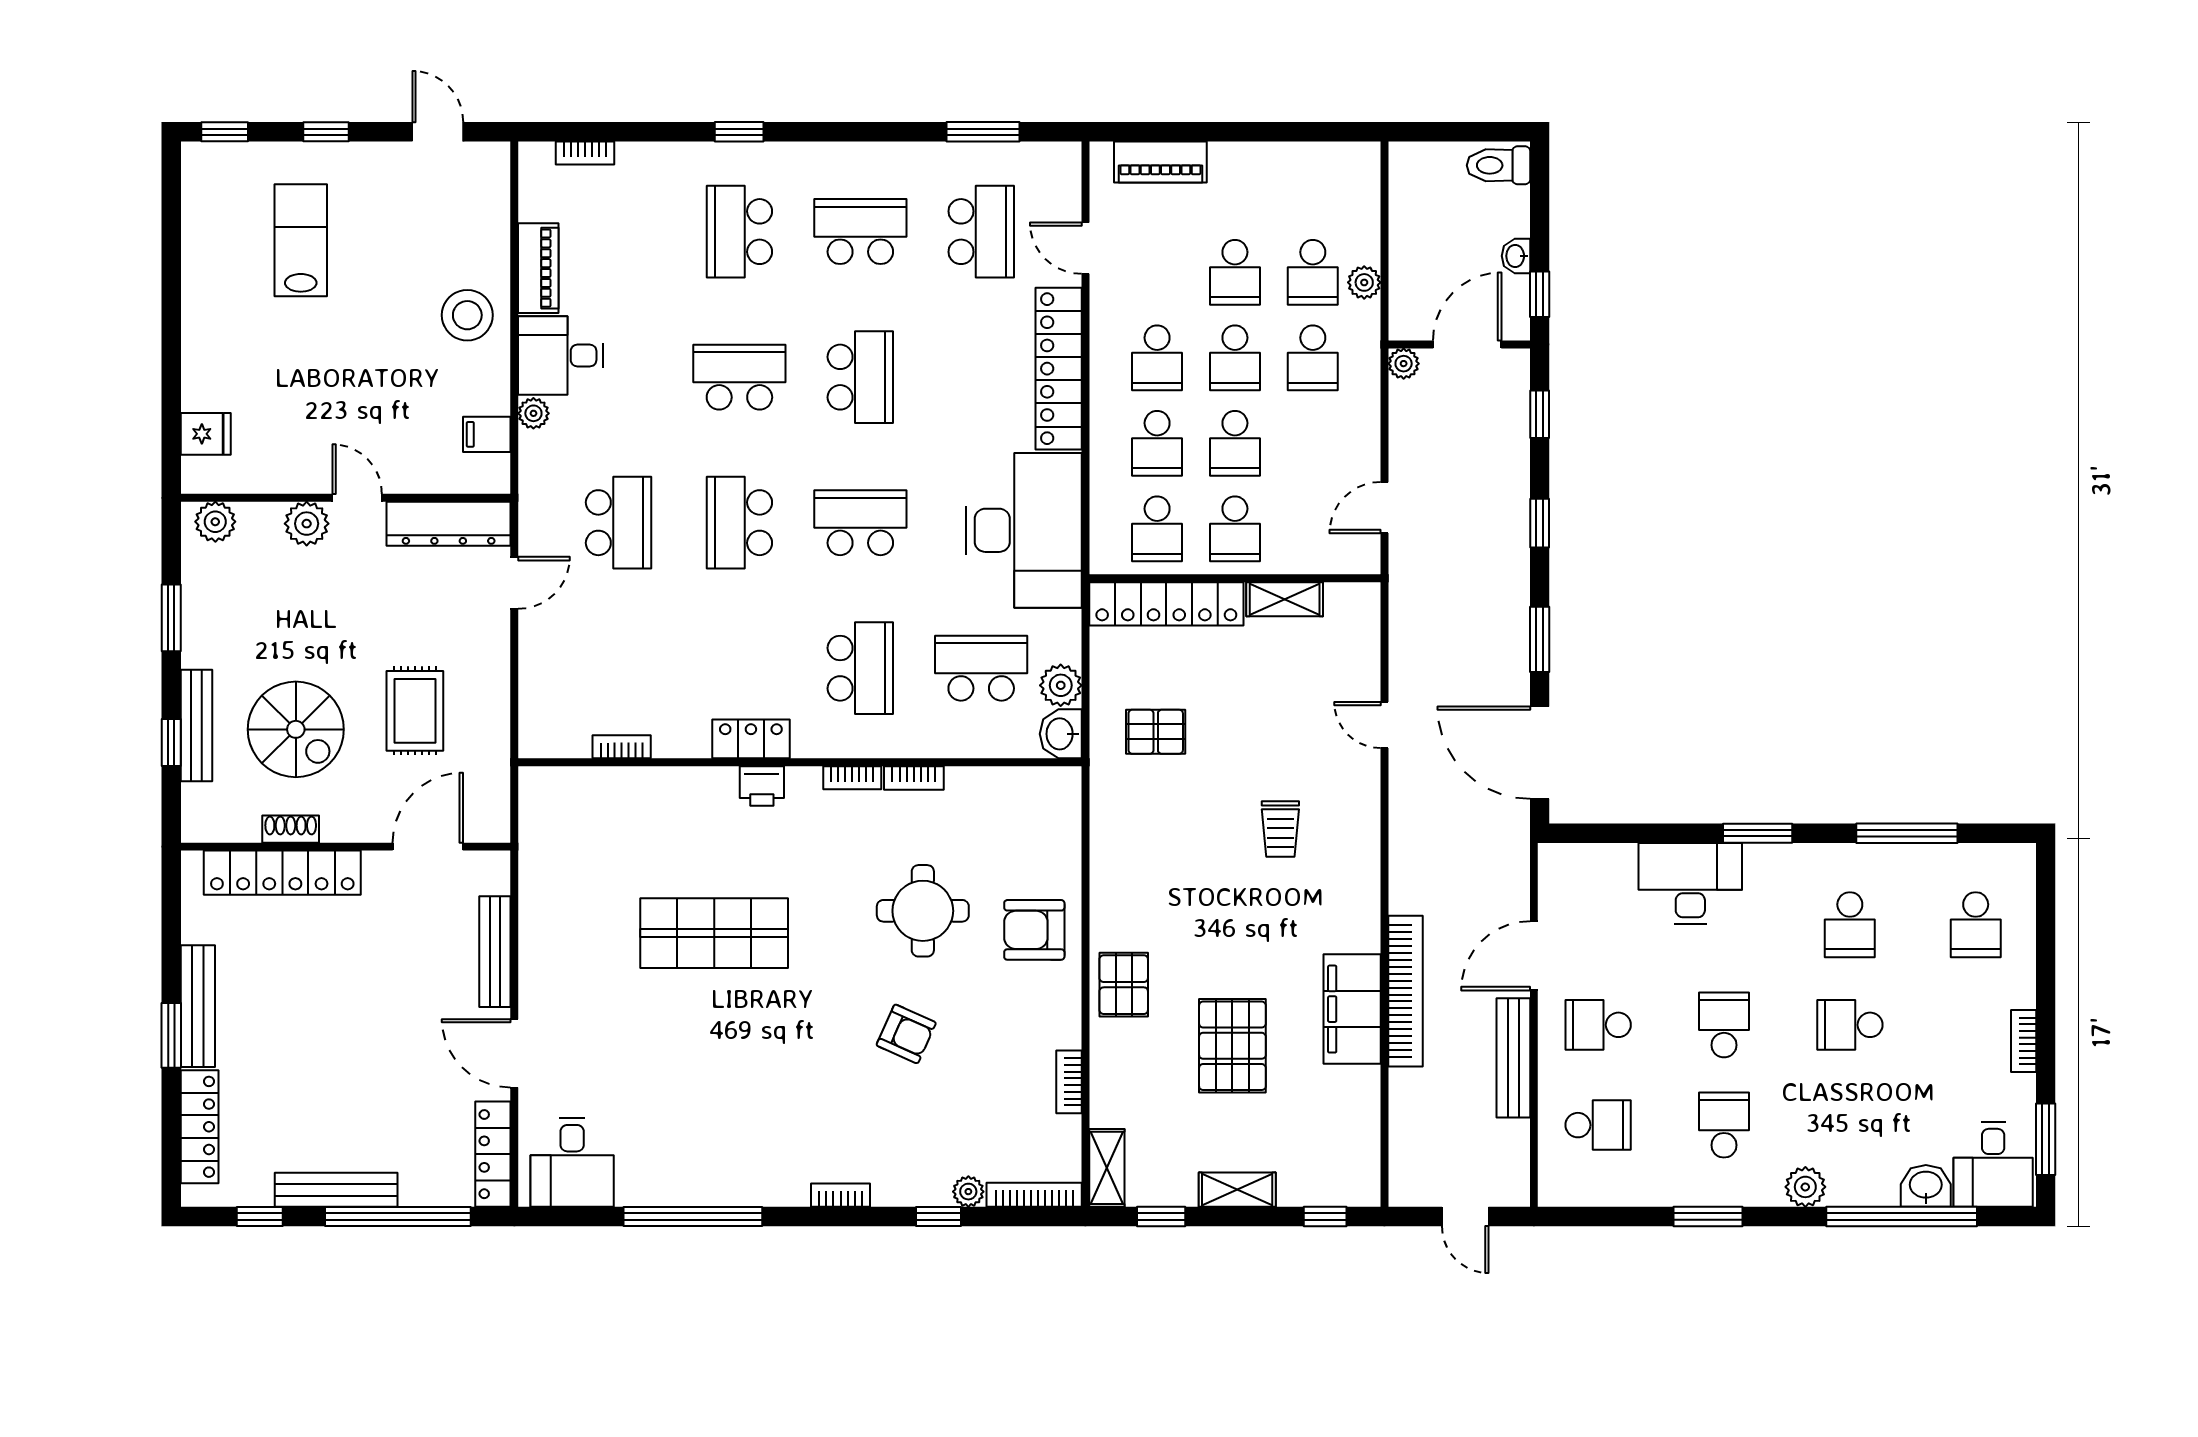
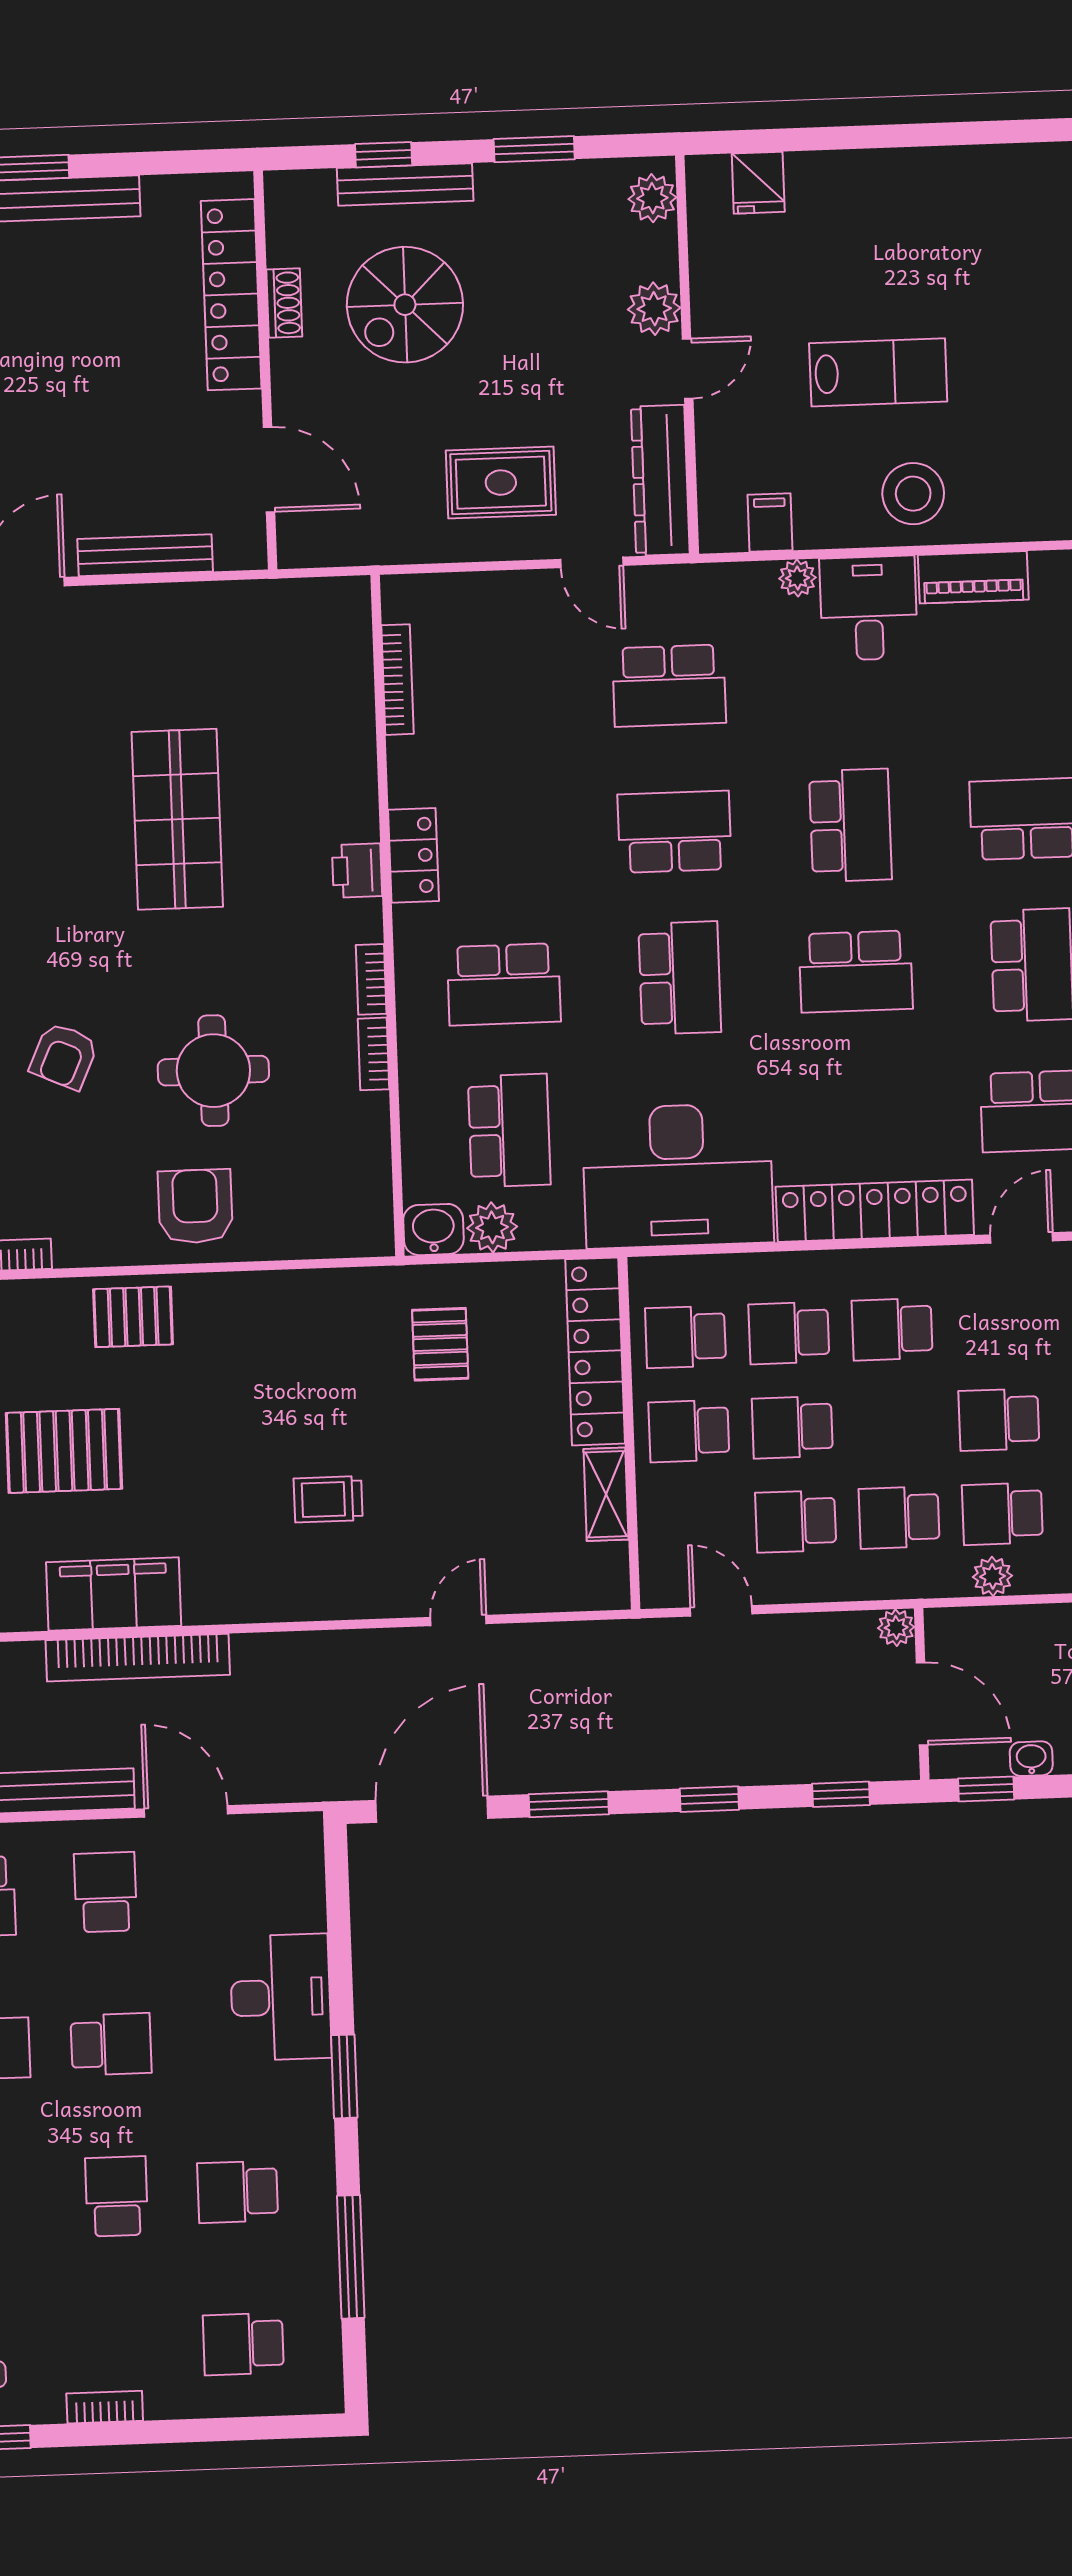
lab bench: (301, 240) -> (878, 372), moved
school desk: (1235, 358) -> (796, 1521), moved
rug: (415, 711) -> (501, 483), moved
bookcase: (622, 747) -> (398, 680), width x1.56

